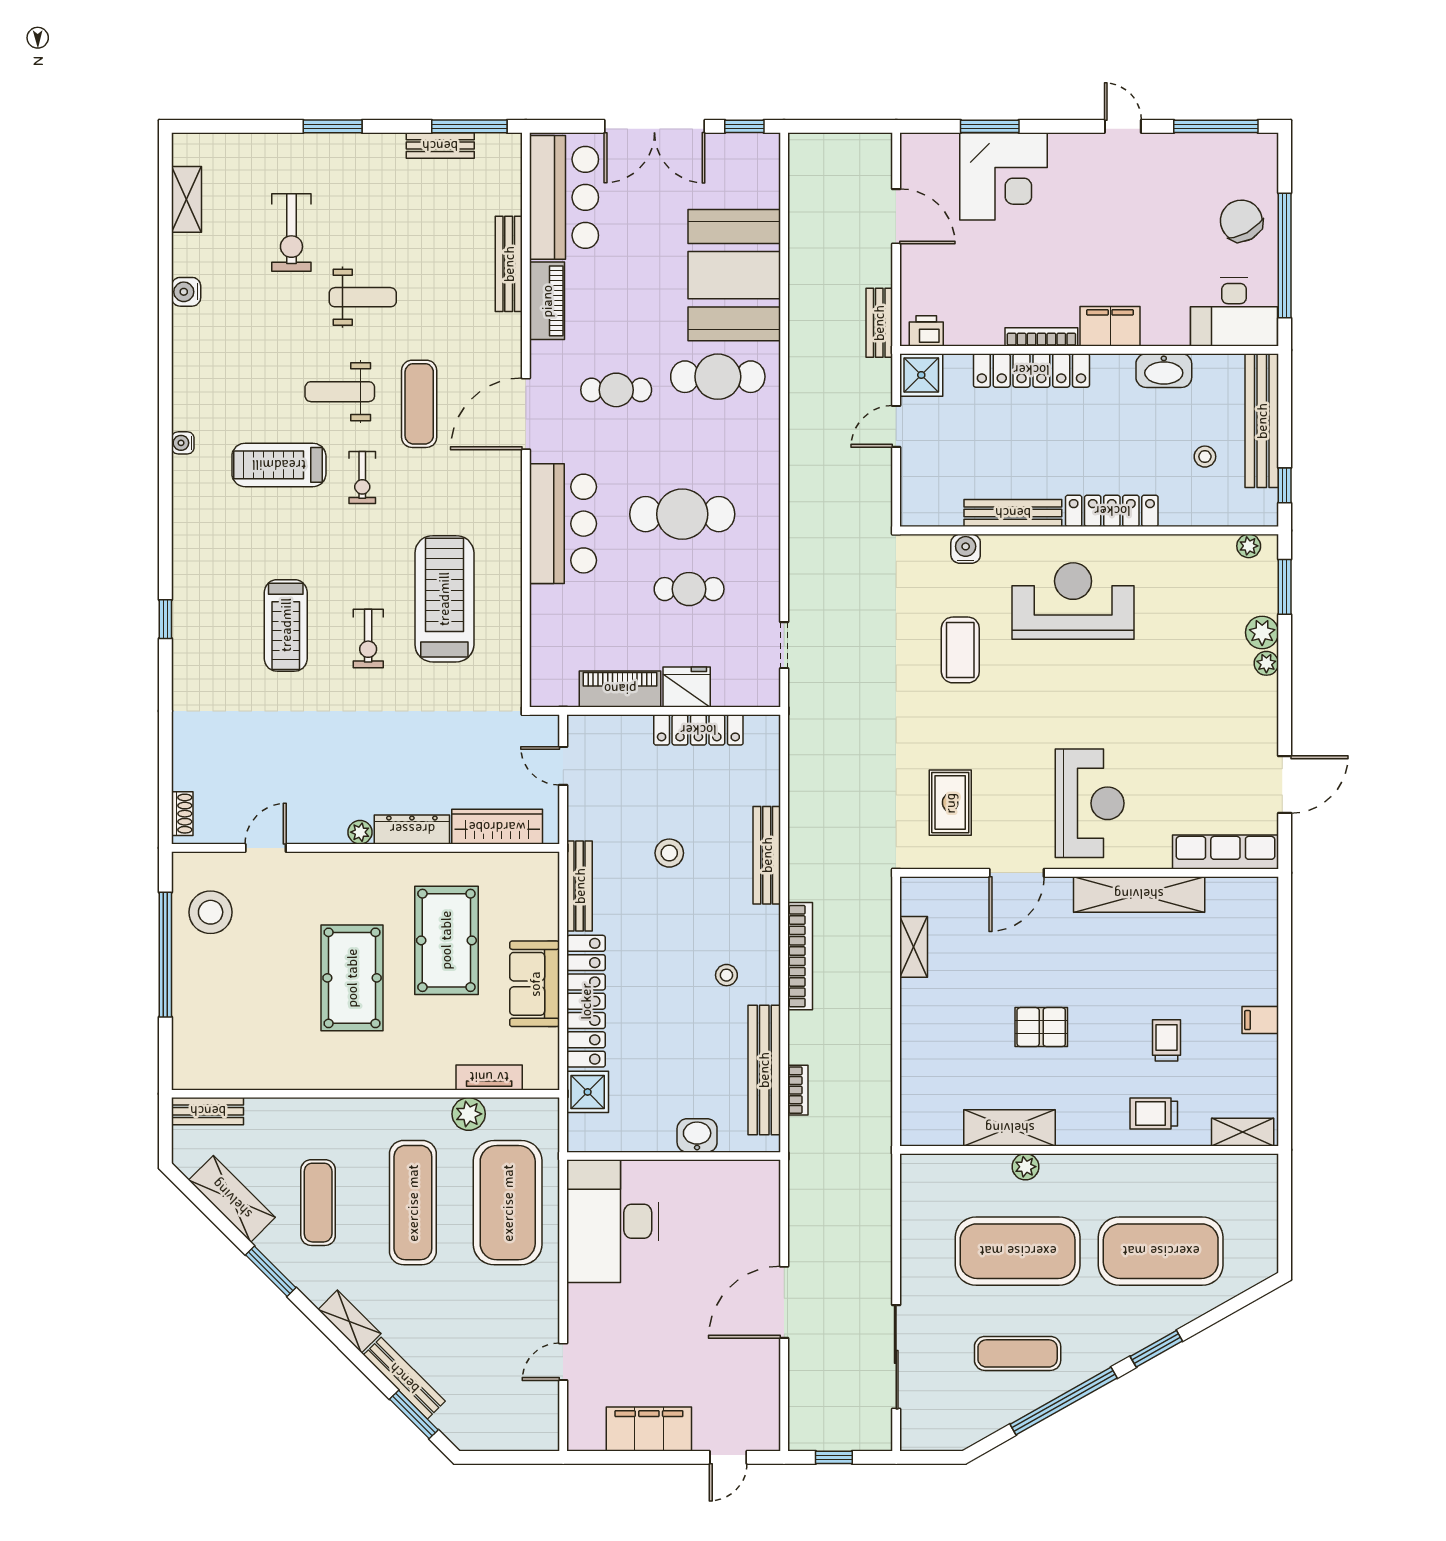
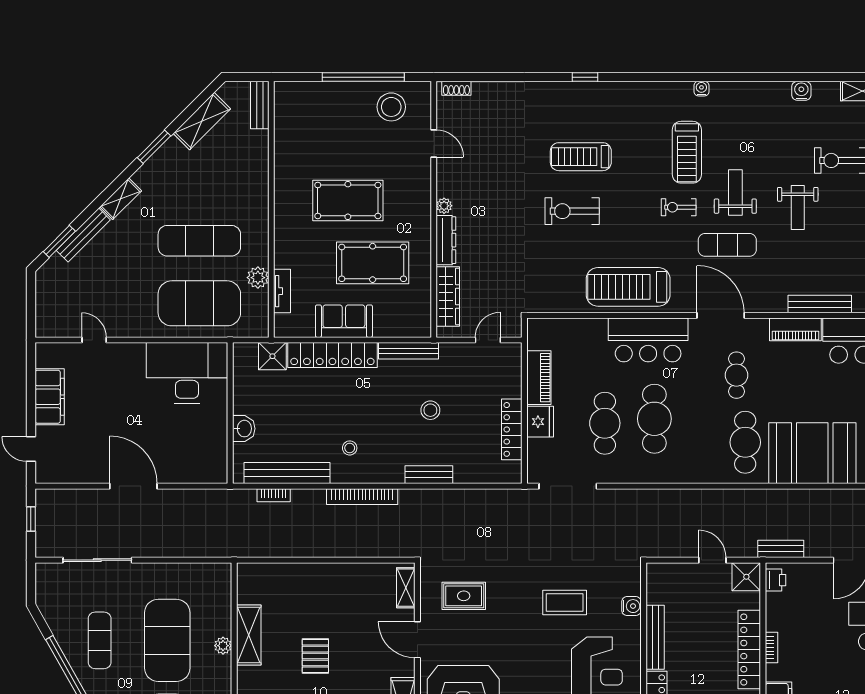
bookcase: (1041, 337) -> (772, 648), width x0.64
treadmill: (279, 465) -> (687, 152), turned 180
cafe table: (689, 589) -> (605, 423), width x1.37, depth x1.35
treadmill: (444, 599) -> (628, 287), moved, turned 180
exercise bike: (368, 639) -> (572, 211), width x1.38, depth x1.39
doorway: (784, 645) -> (568, 486), width x1.87
bench: (767, 855) -> (429, 475), width x0.73
shelving: (914, 947) -> (406, 588), moved, turned 90
exercise mat: (318, 1203) -> (199, 178), removed

